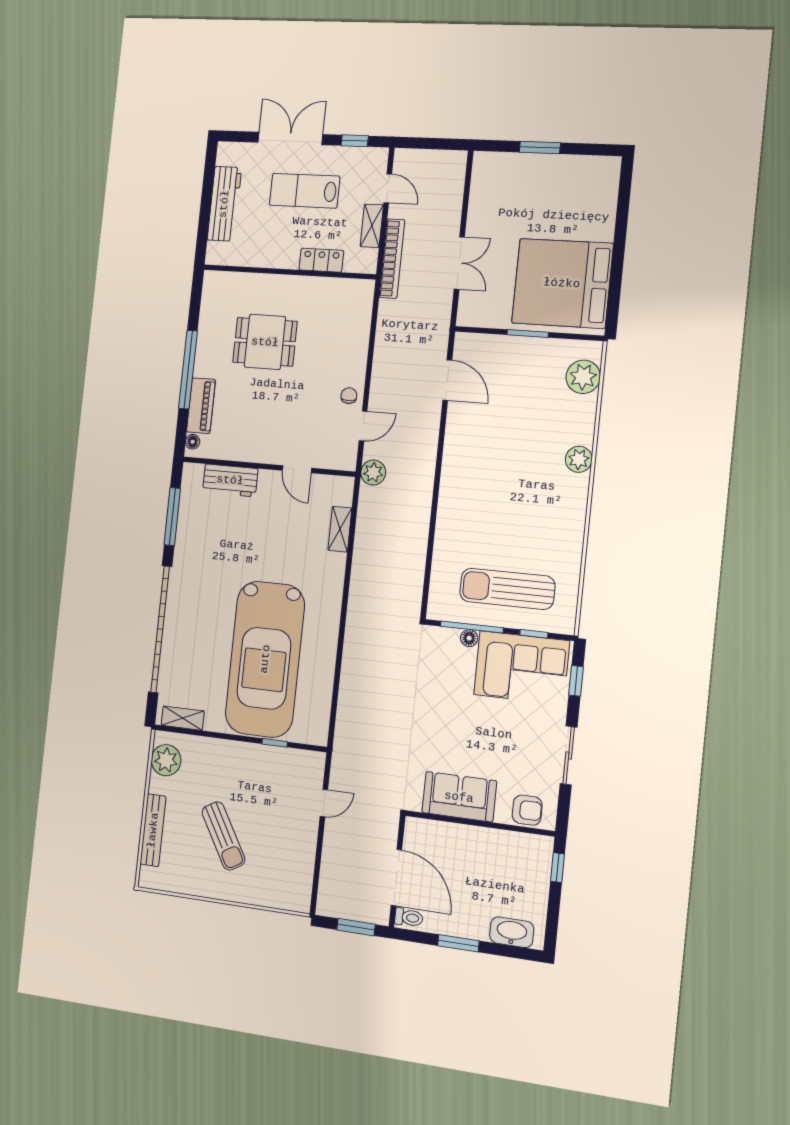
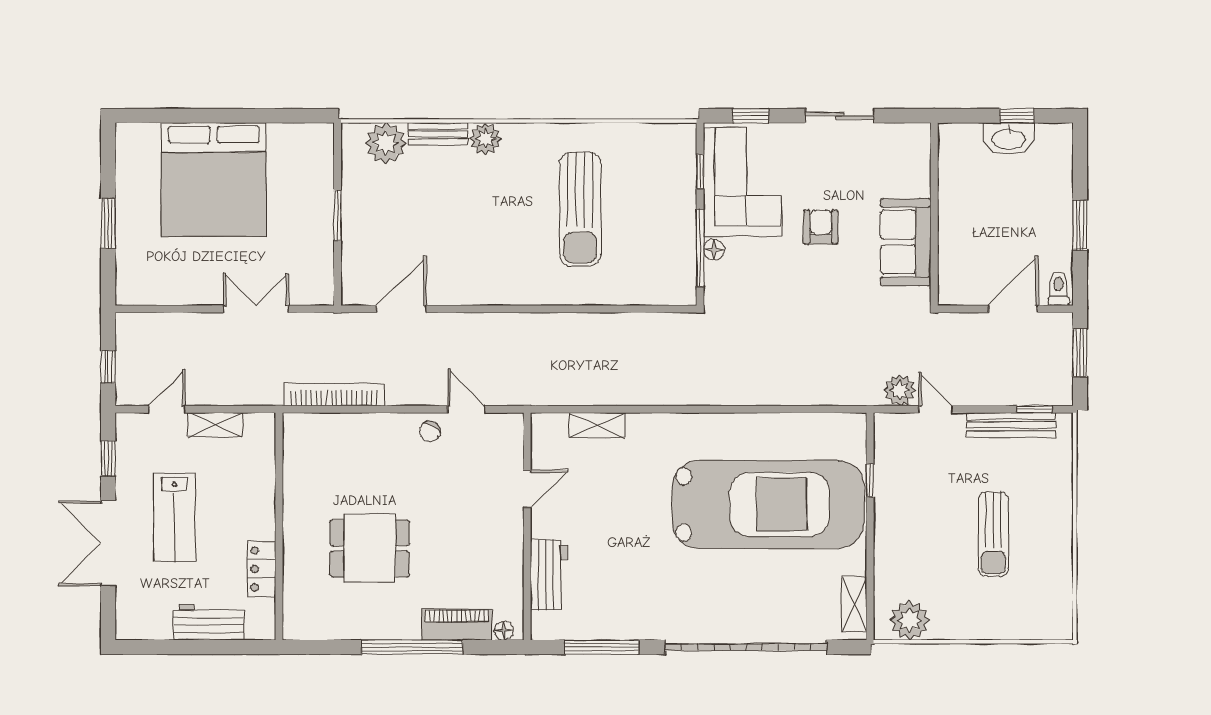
window: (426, 143) -> (108, 367), added
workbench: (224, 204) -> (209, 622), width x0.73
bookcase: (392, 259) -> (334, 395), moved
locker: (321, 260) -> (262, 569), moved
bed: (562, 283) -> (214, 180), moved
dining table: (265, 342) -> (370, 548), turned 90
chair: (349, 396) -> (430, 431), turned -61
bench: (587, 420) -> (438, 134), added
plant: (373, 472) -> (900, 390), moved
sun lounger: (507, 589) -> (580, 209), moved
armchair: (527, 810) -> (821, 227), moved
bench: (153, 830) -> (1011, 425), moved
sun lounger: (223, 836) -> (994, 534), turned 120
window: (557, 868) -> (1017, 116), moved
door: (396, 878) -> (1013, 309), width x0.73
window: (316, 883) -> (1034, 409), added
washbasin: (512, 932) -> (1009, 139), moved, turned -90

